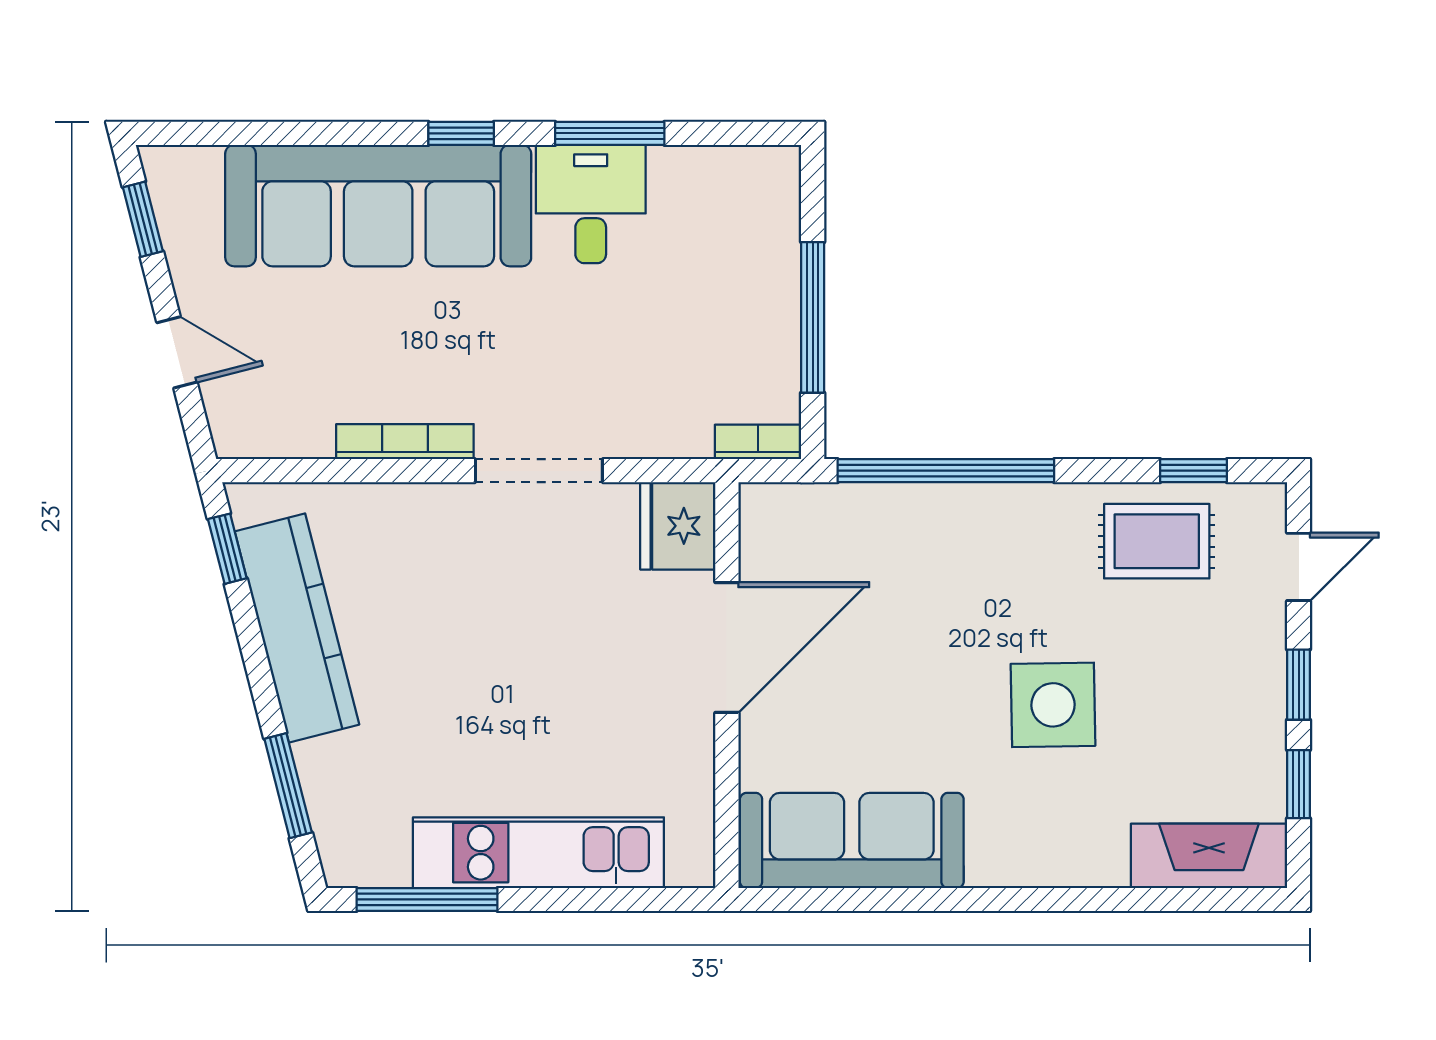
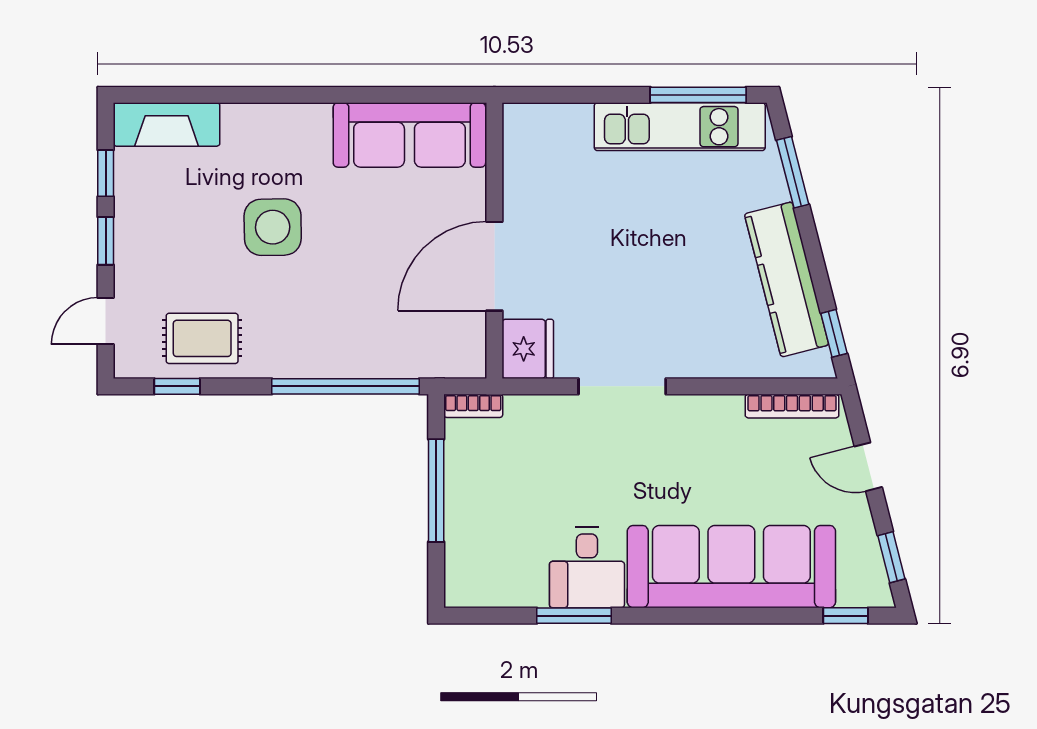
window: (461, 133) -> (846, 616), moved
bookcase: (405, 442) -> (792, 406), moved
kitchen unit: (538, 853) -> (680, 127), moved

